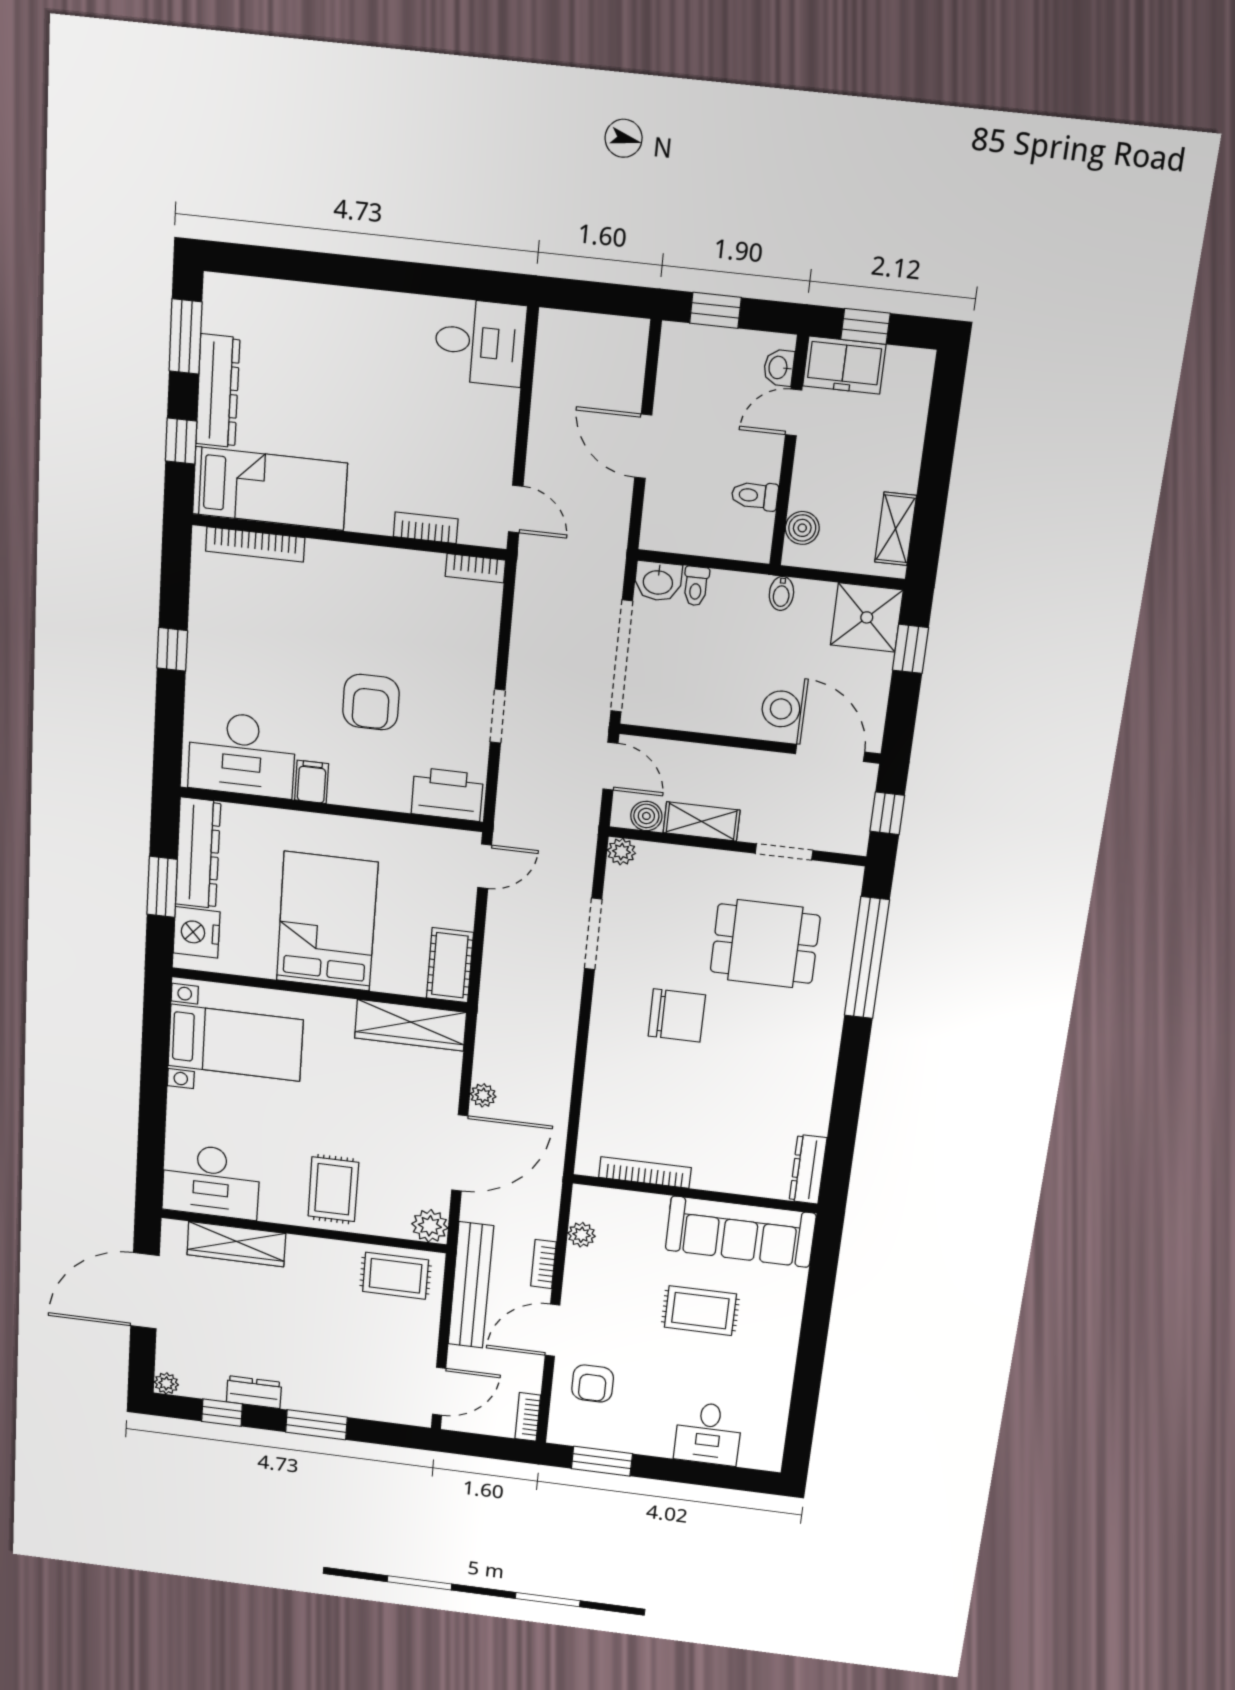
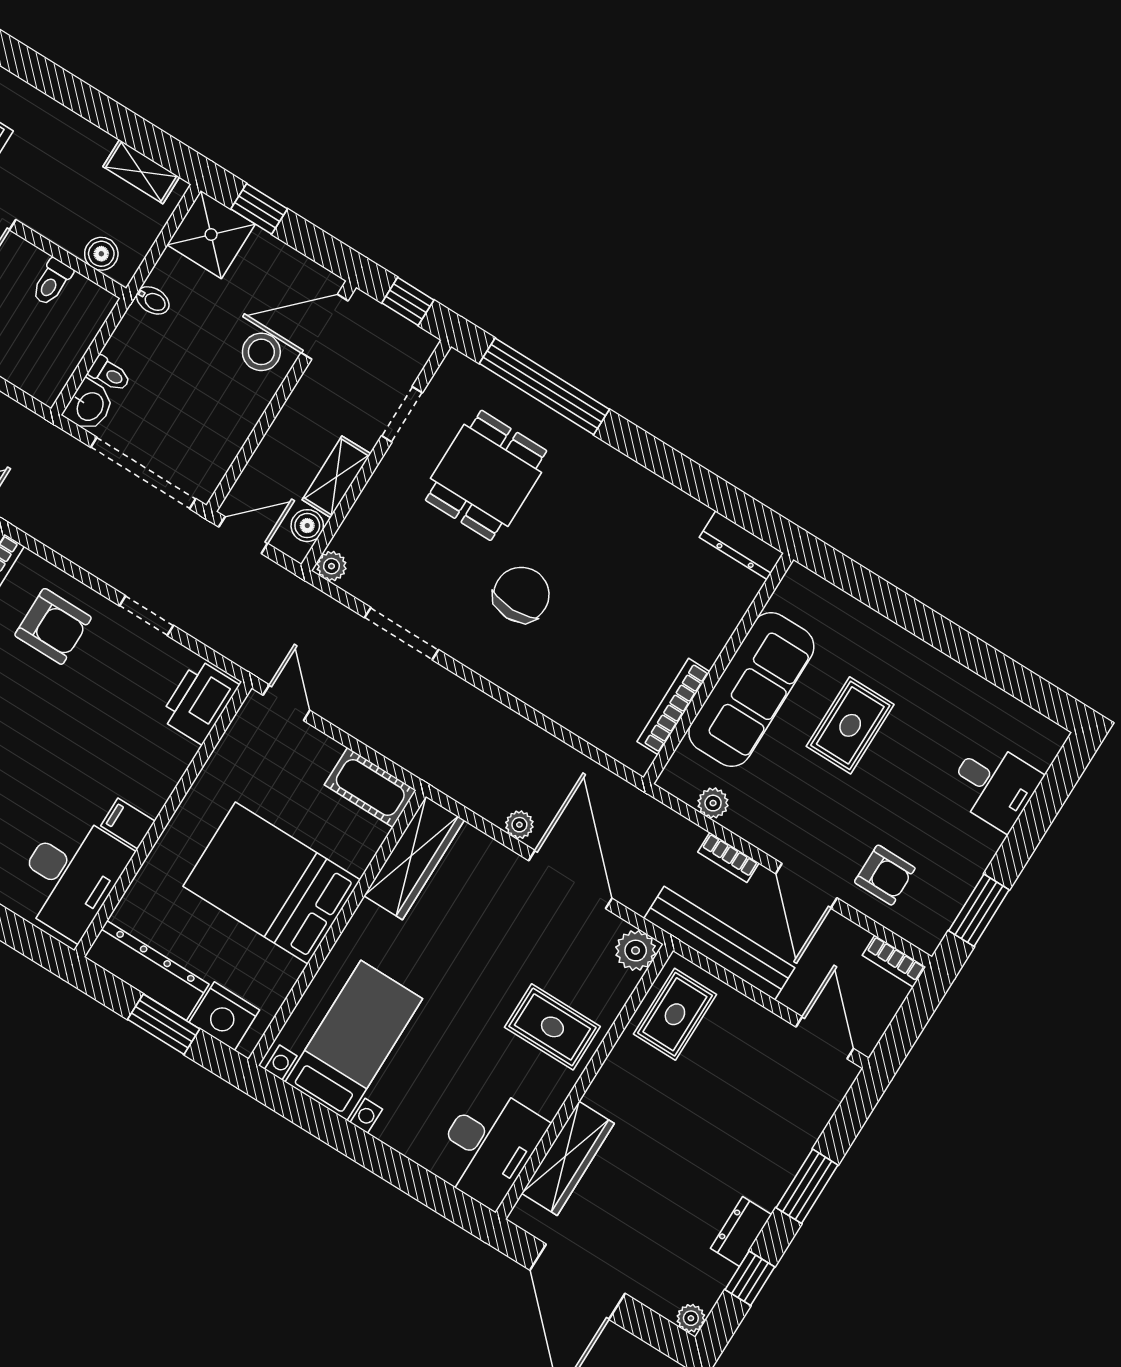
armchair: (371, 702) -> (53, 626), moved
sofa: (740, 1232) -> (751, 689), moved

